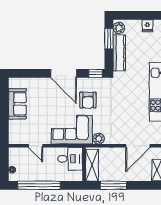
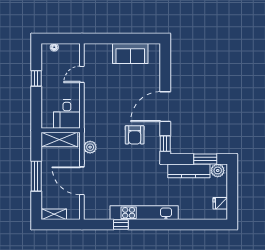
armchair: (88, 100) -> (135, 135), turned -90
corner sofa: (72, 130) -> (101, 116), removed
door: (138, 146) -> (82, 181), moved
window: (39, 185) -> (36, 78), width x0.32
window: (113, 185) -> (36, 176), moved

